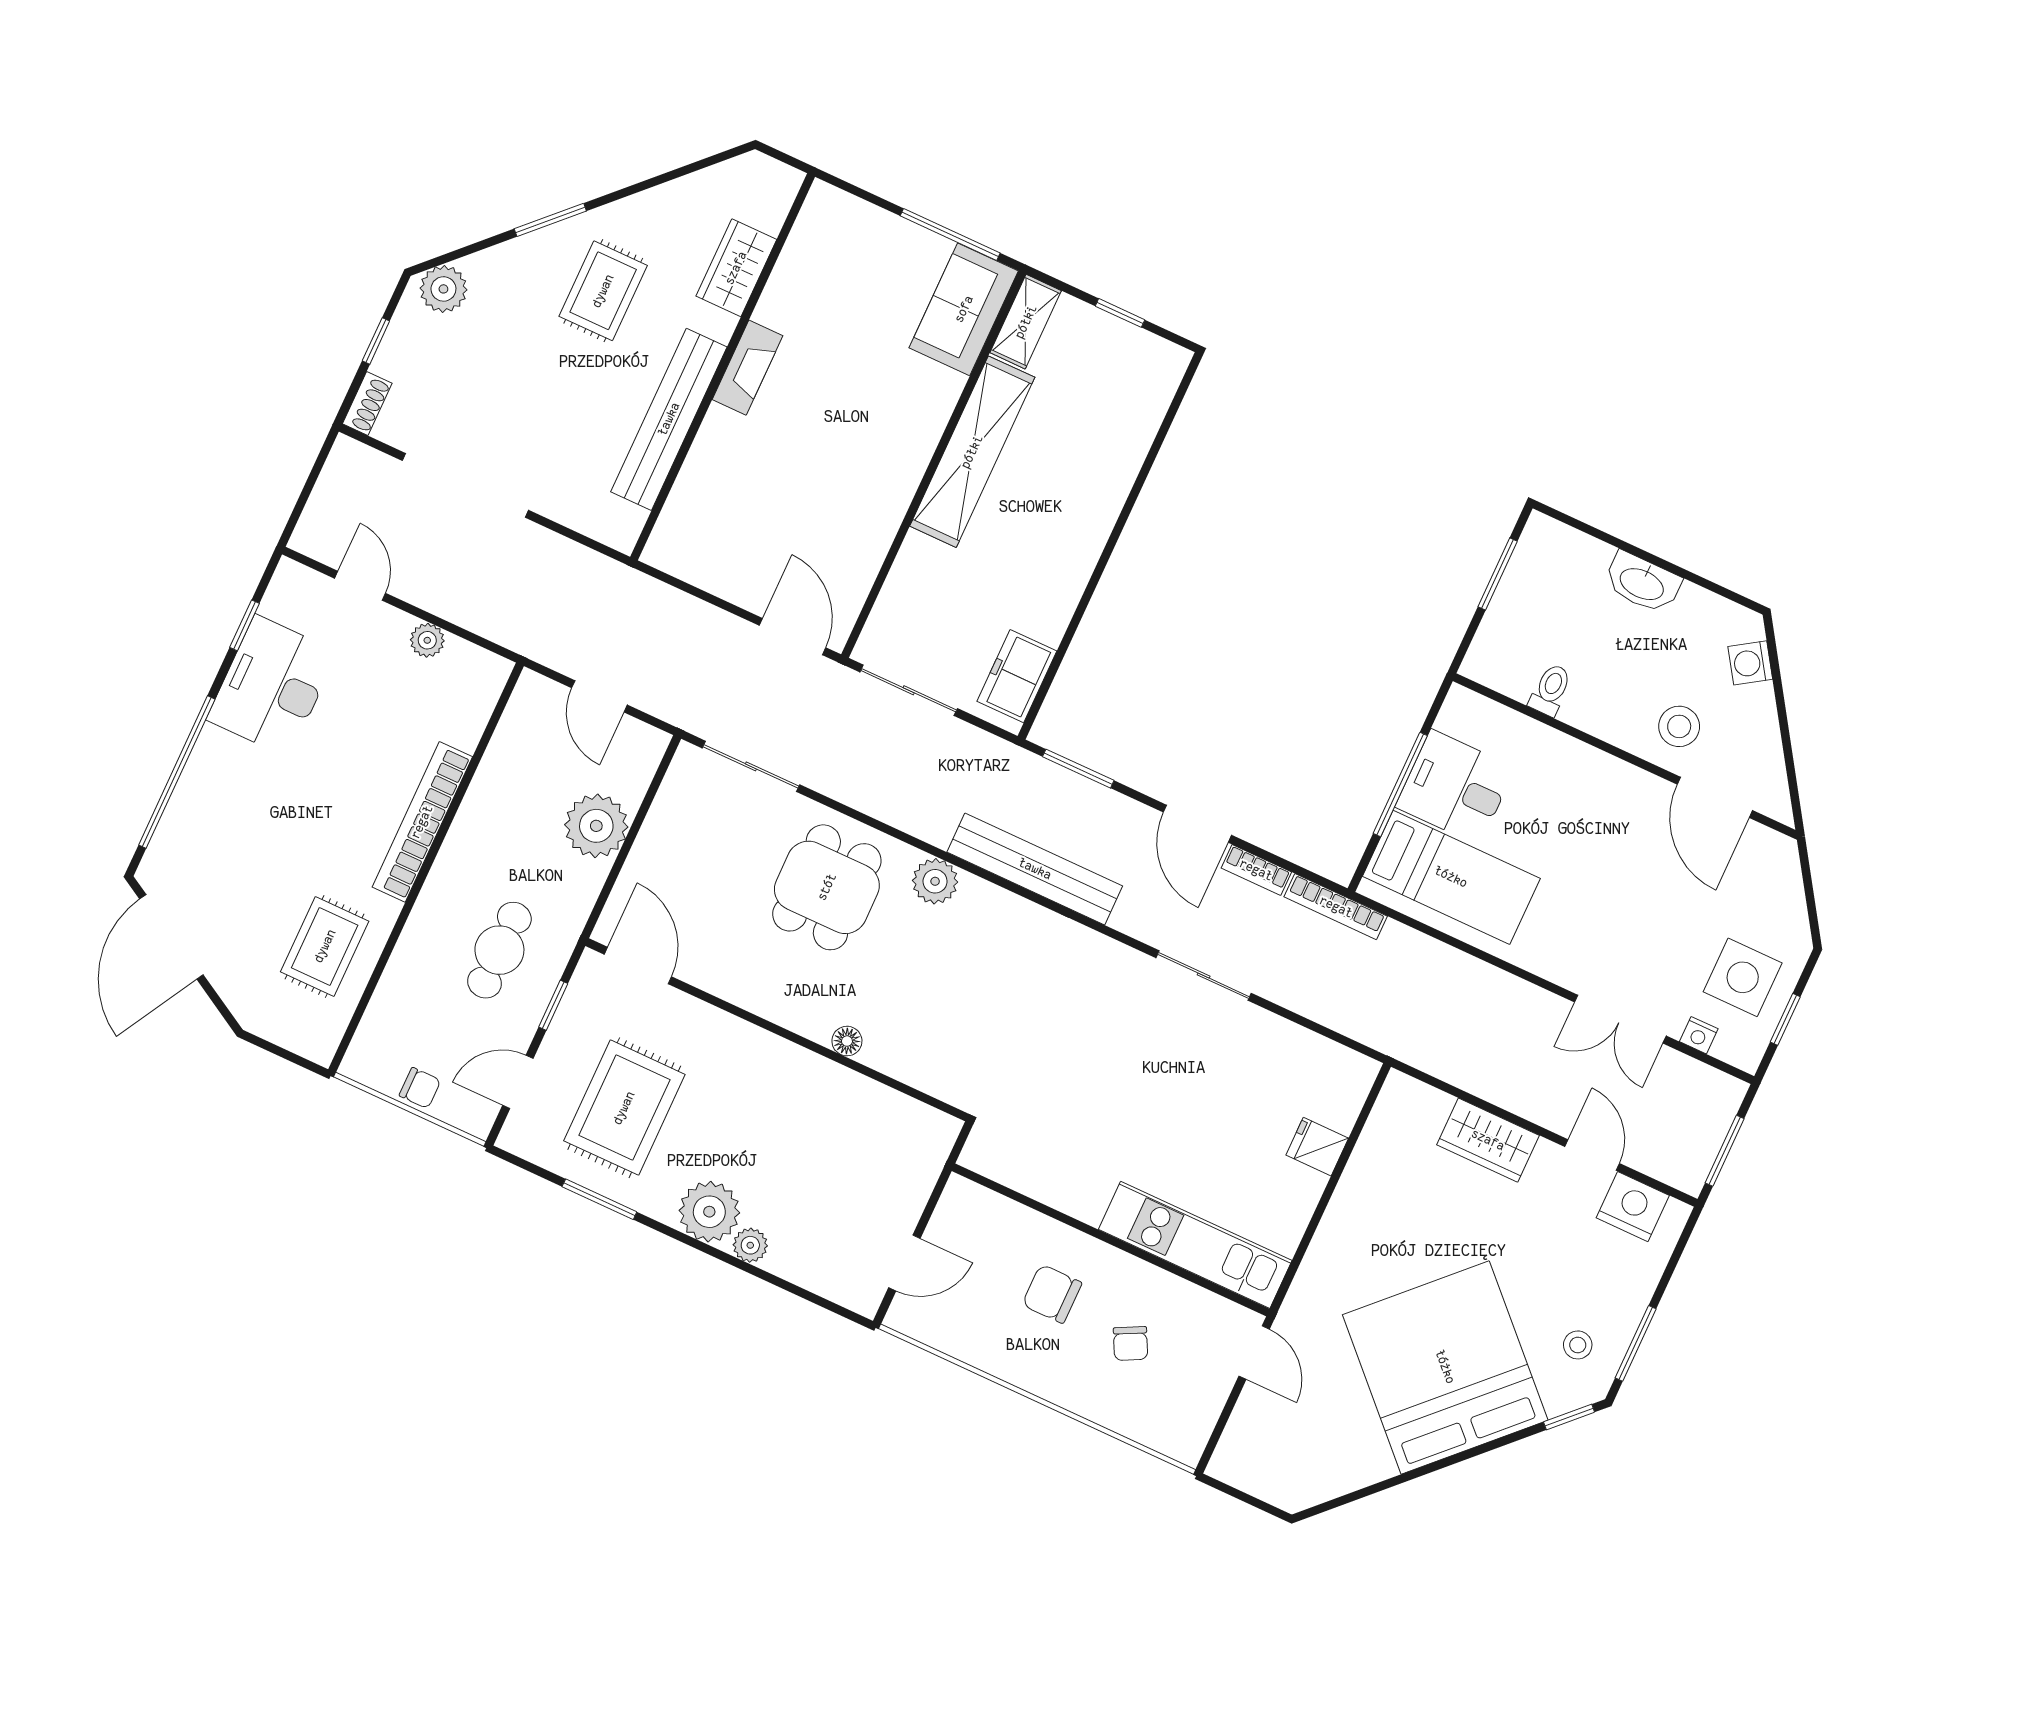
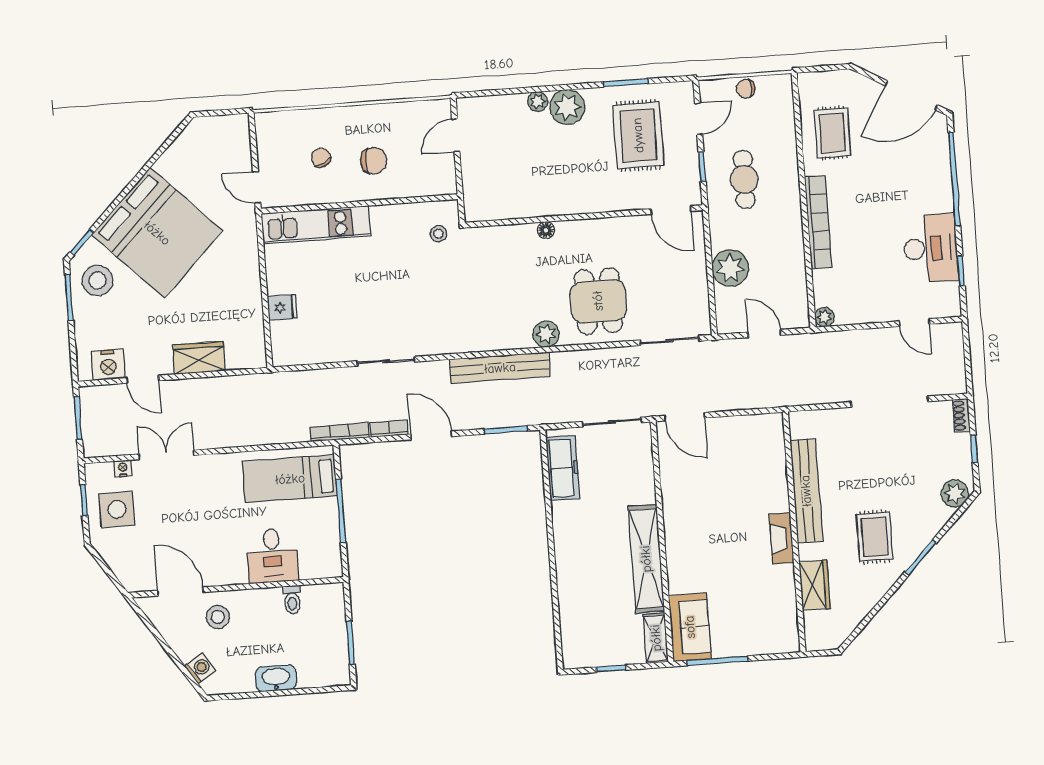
plant: (427, 640) -> (824, 317), moved
freezer: (1017, 676) -> (563, 468), width x1.40
desk: (1455, 787) -> (272, 556), moved, turned 90
door: (171, 937) -> (911, 95), swing flipped
stool: (1015, 1127) -> (438, 234), added
stool: (1578, 1345) -> (97, 281), width x1.89, depth x1.89

